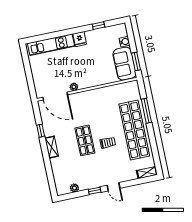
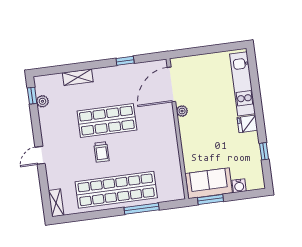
shop shelf: (85, 140) -> (107, 121), width x1.43, depth x1.36
shelving: (52, 147) -> (78, 77), moved
window: (95, 191) -> (32, 96), moved

